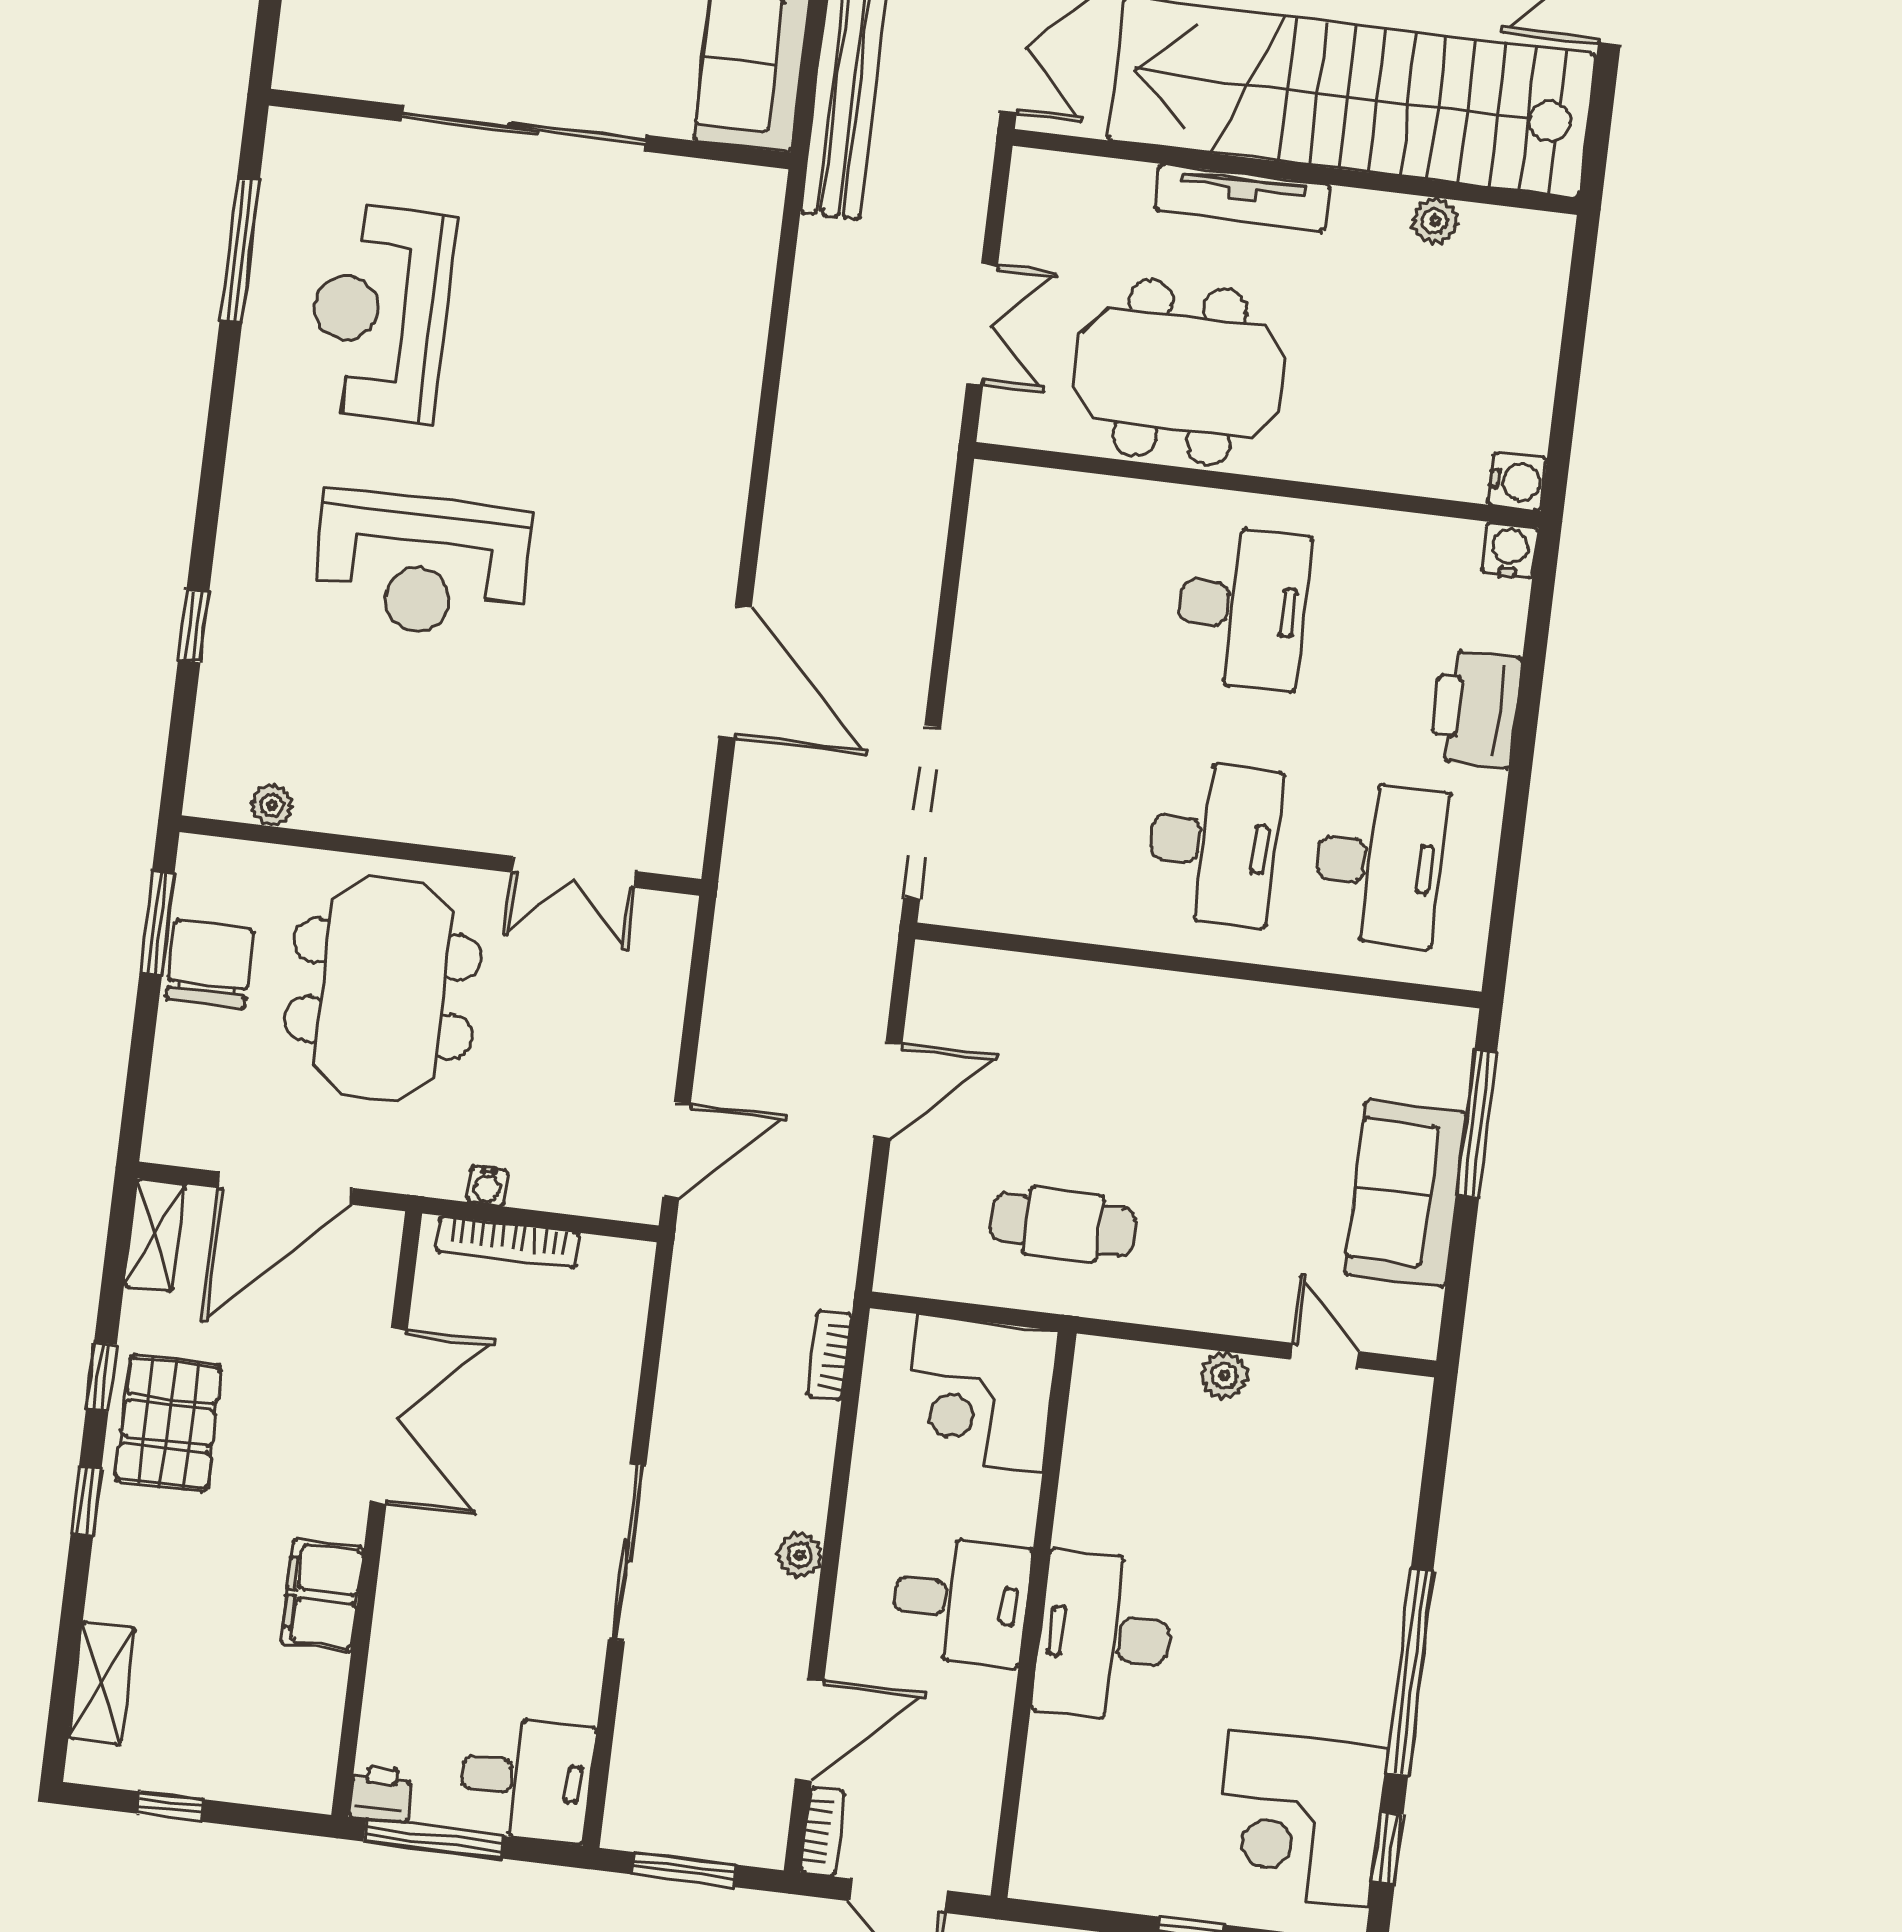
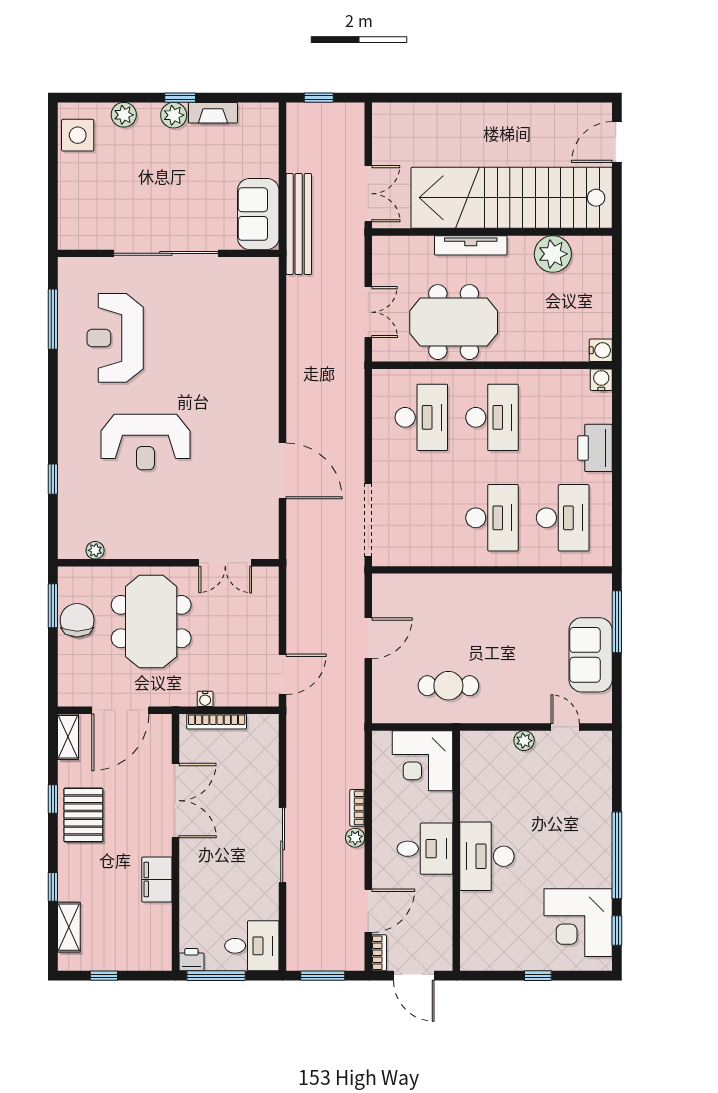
plant: (1435, 221) -> (553, 254), width x1.87, depth x1.87
desk: (1076, 587) -> (421, 417), added
bookcase: (829, 1356) -> (357, 808), moved
window: (86, 1501) -> (53, 887), moved

